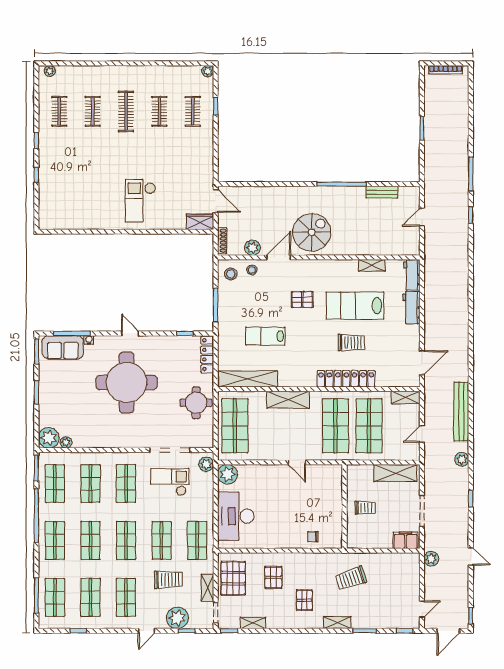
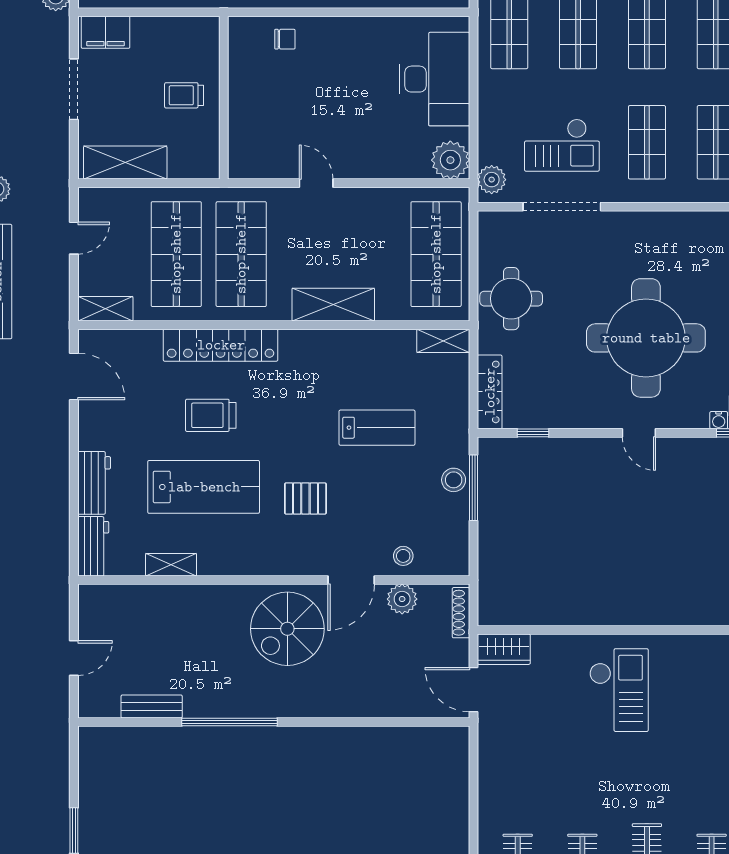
stool: (231, 274) -> (454, 480), moved
door: (422, 363) -> (74, 376), swing flipped
shelving: (248, 379) -> (443, 341), width x0.45, depth x0.75

